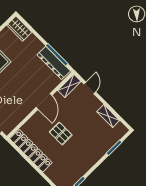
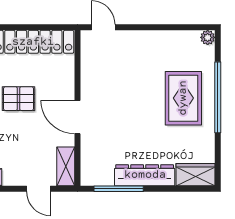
dresser: (54, 63) -> (145, 175), moved

